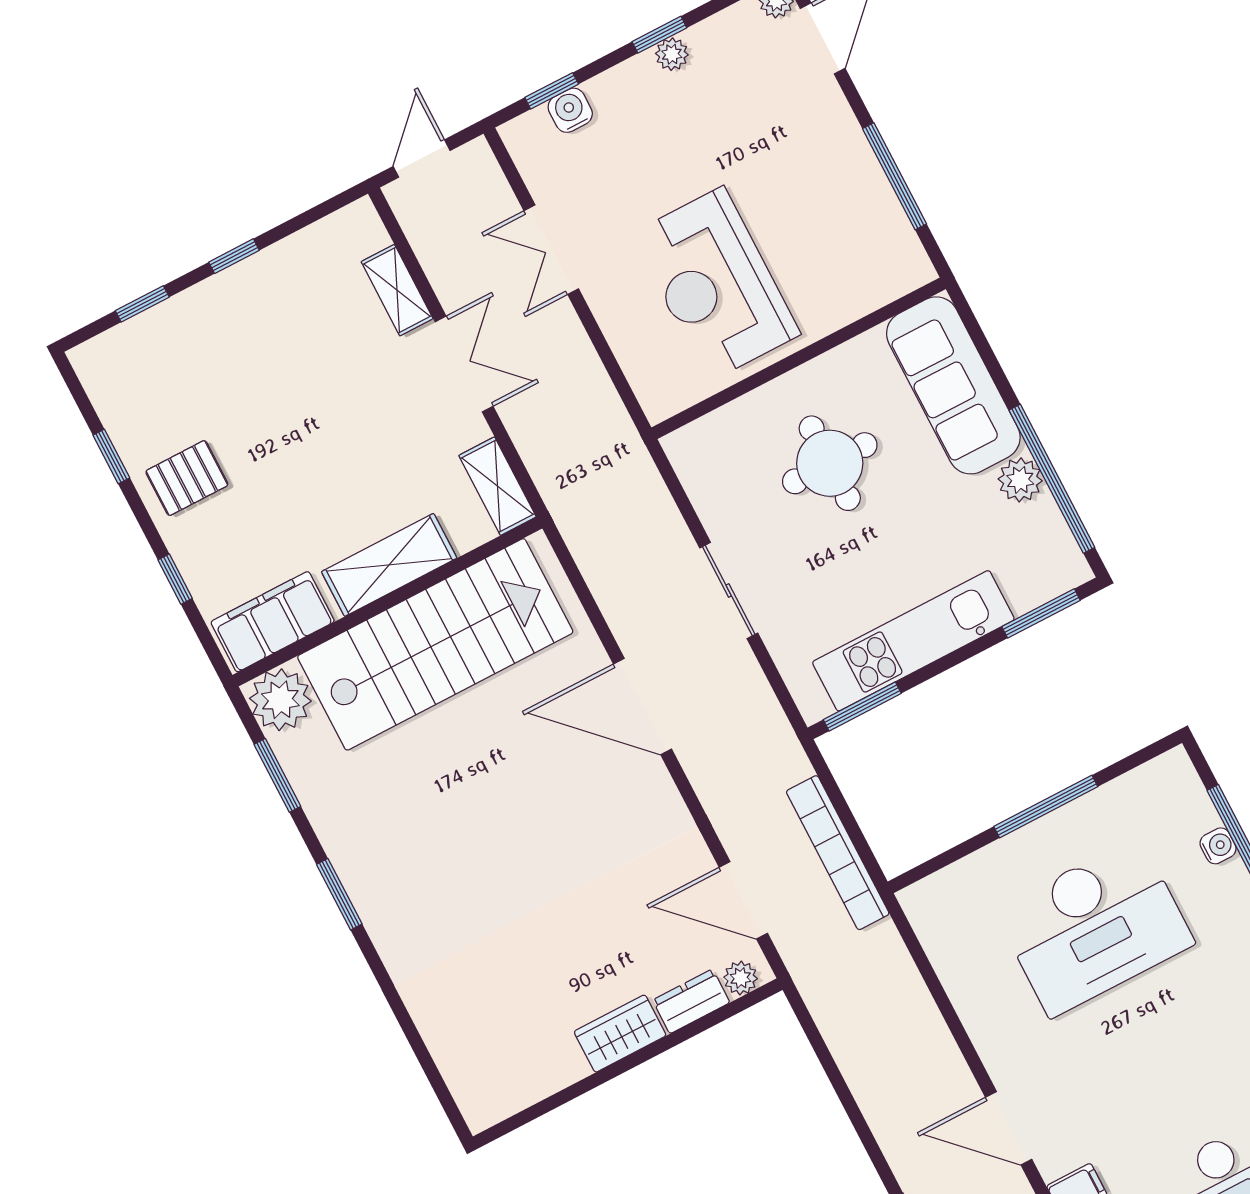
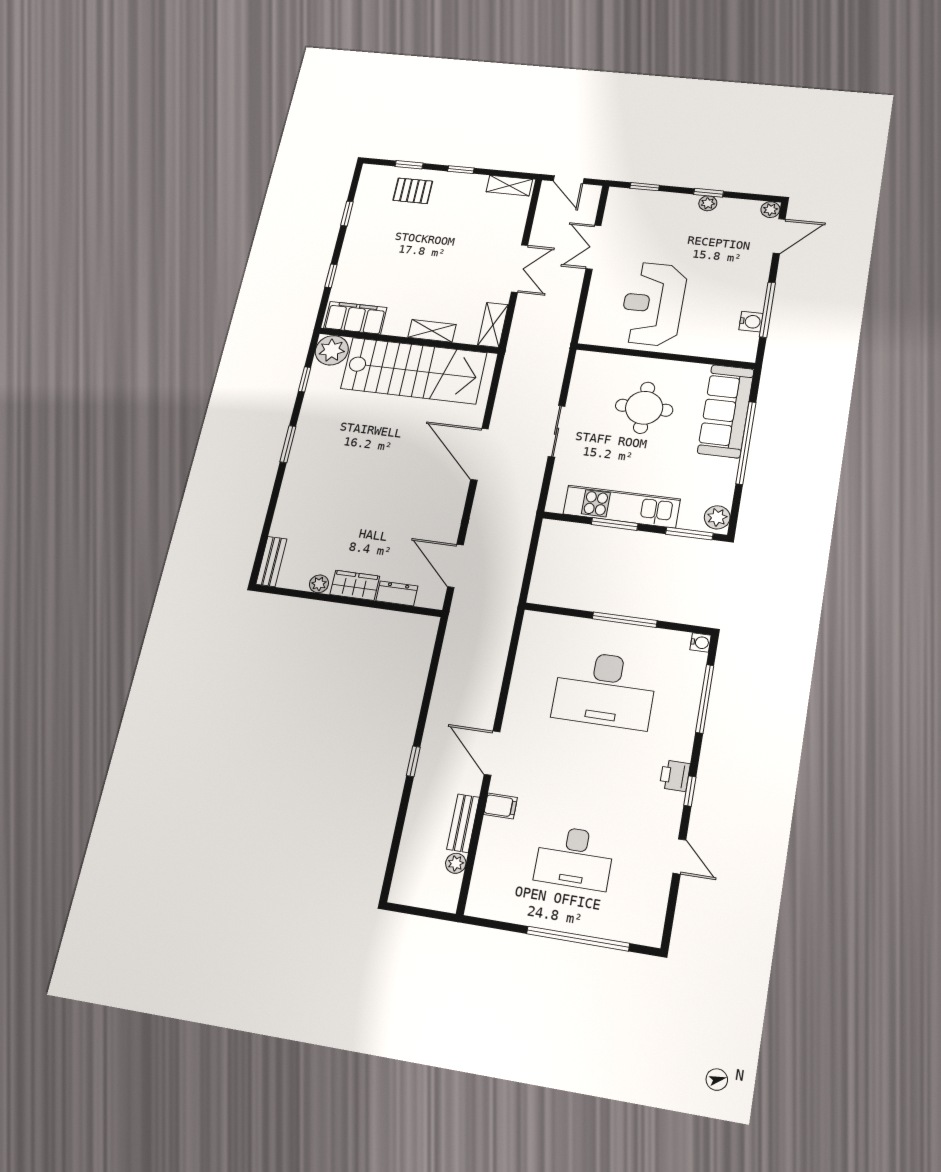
water cooler: (570, 110) -> (751, 322), moved, turned 90
door: (422, 158) -> (569, 180), swing flipped
shelving: (397, 290) -> (509, 186), moved, turned 90
pallet: (187, 478) -> (413, 191), moved
window: (1052, 479) -> (746, 443), moved
plant: (1020, 480) -> (717, 517), moved
shelving: (389, 565) -> (432, 331), width x0.67, depth x0.75
window: (862, 707) -> (615, 524), moved
window: (277, 775) -> (305, 379), width x0.67
water cooler: (1218, 846) -> (700, 643), moved
bookcase: (838, 853) -> (514, 574), removed
plant: (741, 978) -> (319, 584), moved
bench: (467, 1087) -> (271, 562), added

